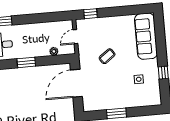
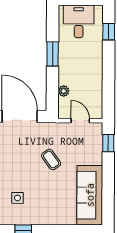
sofa: (146, 36) -> (90, 195), moved, turned -90

